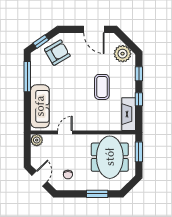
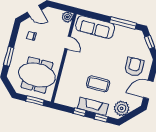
armchair: (57, 53) -> (134, 67), moved, turned -150
fireplace: (129, 114) -> (93, 106), moved

